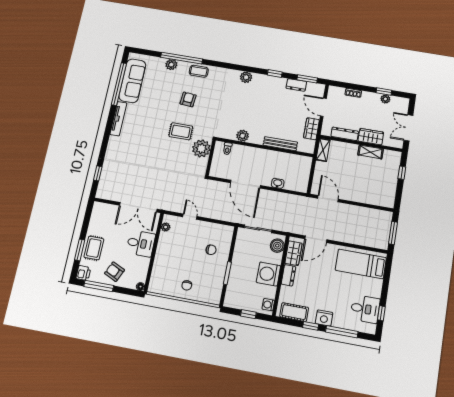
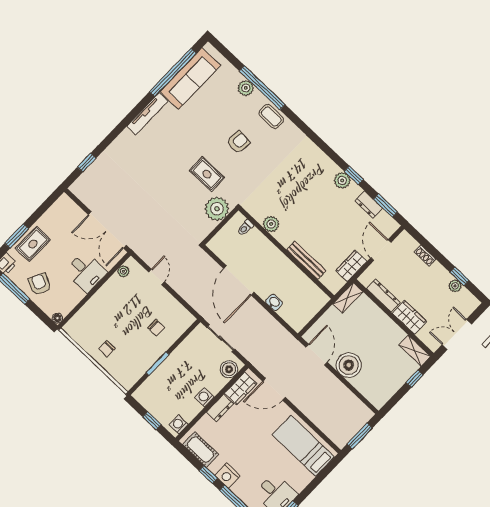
plant: (246, 77) -> (342, 180), moved
shelving: (371, 152) -> (415, 351), moved
boiler: (354, 192) -> (349, 365), added
washing machine: (268, 274) -> (204, 397), width x0.53, depth x0.53

